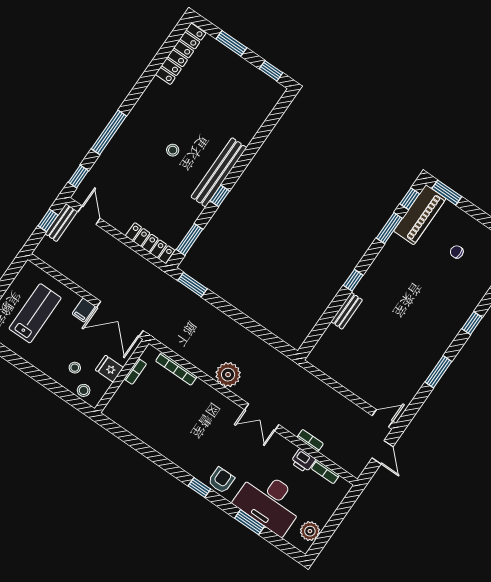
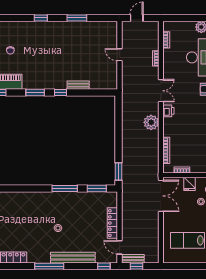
window: (109, 132) -> (49, 266), moved
bench: (219, 172) -> (73, 258), moved
window: (220, 196) -> (65, 189), width x2.17
door: (89, 215) -> (120, 247), hinge flipped
window: (389, 228) -> (35, 92), moved
locker: (150, 243) -> (112, 223), moved
filing cabinet: (84, 310) -> (169, 217), removed
door: (382, 418) -> (120, 55), moved
printer: (303, 461) -> (168, 111), moved

